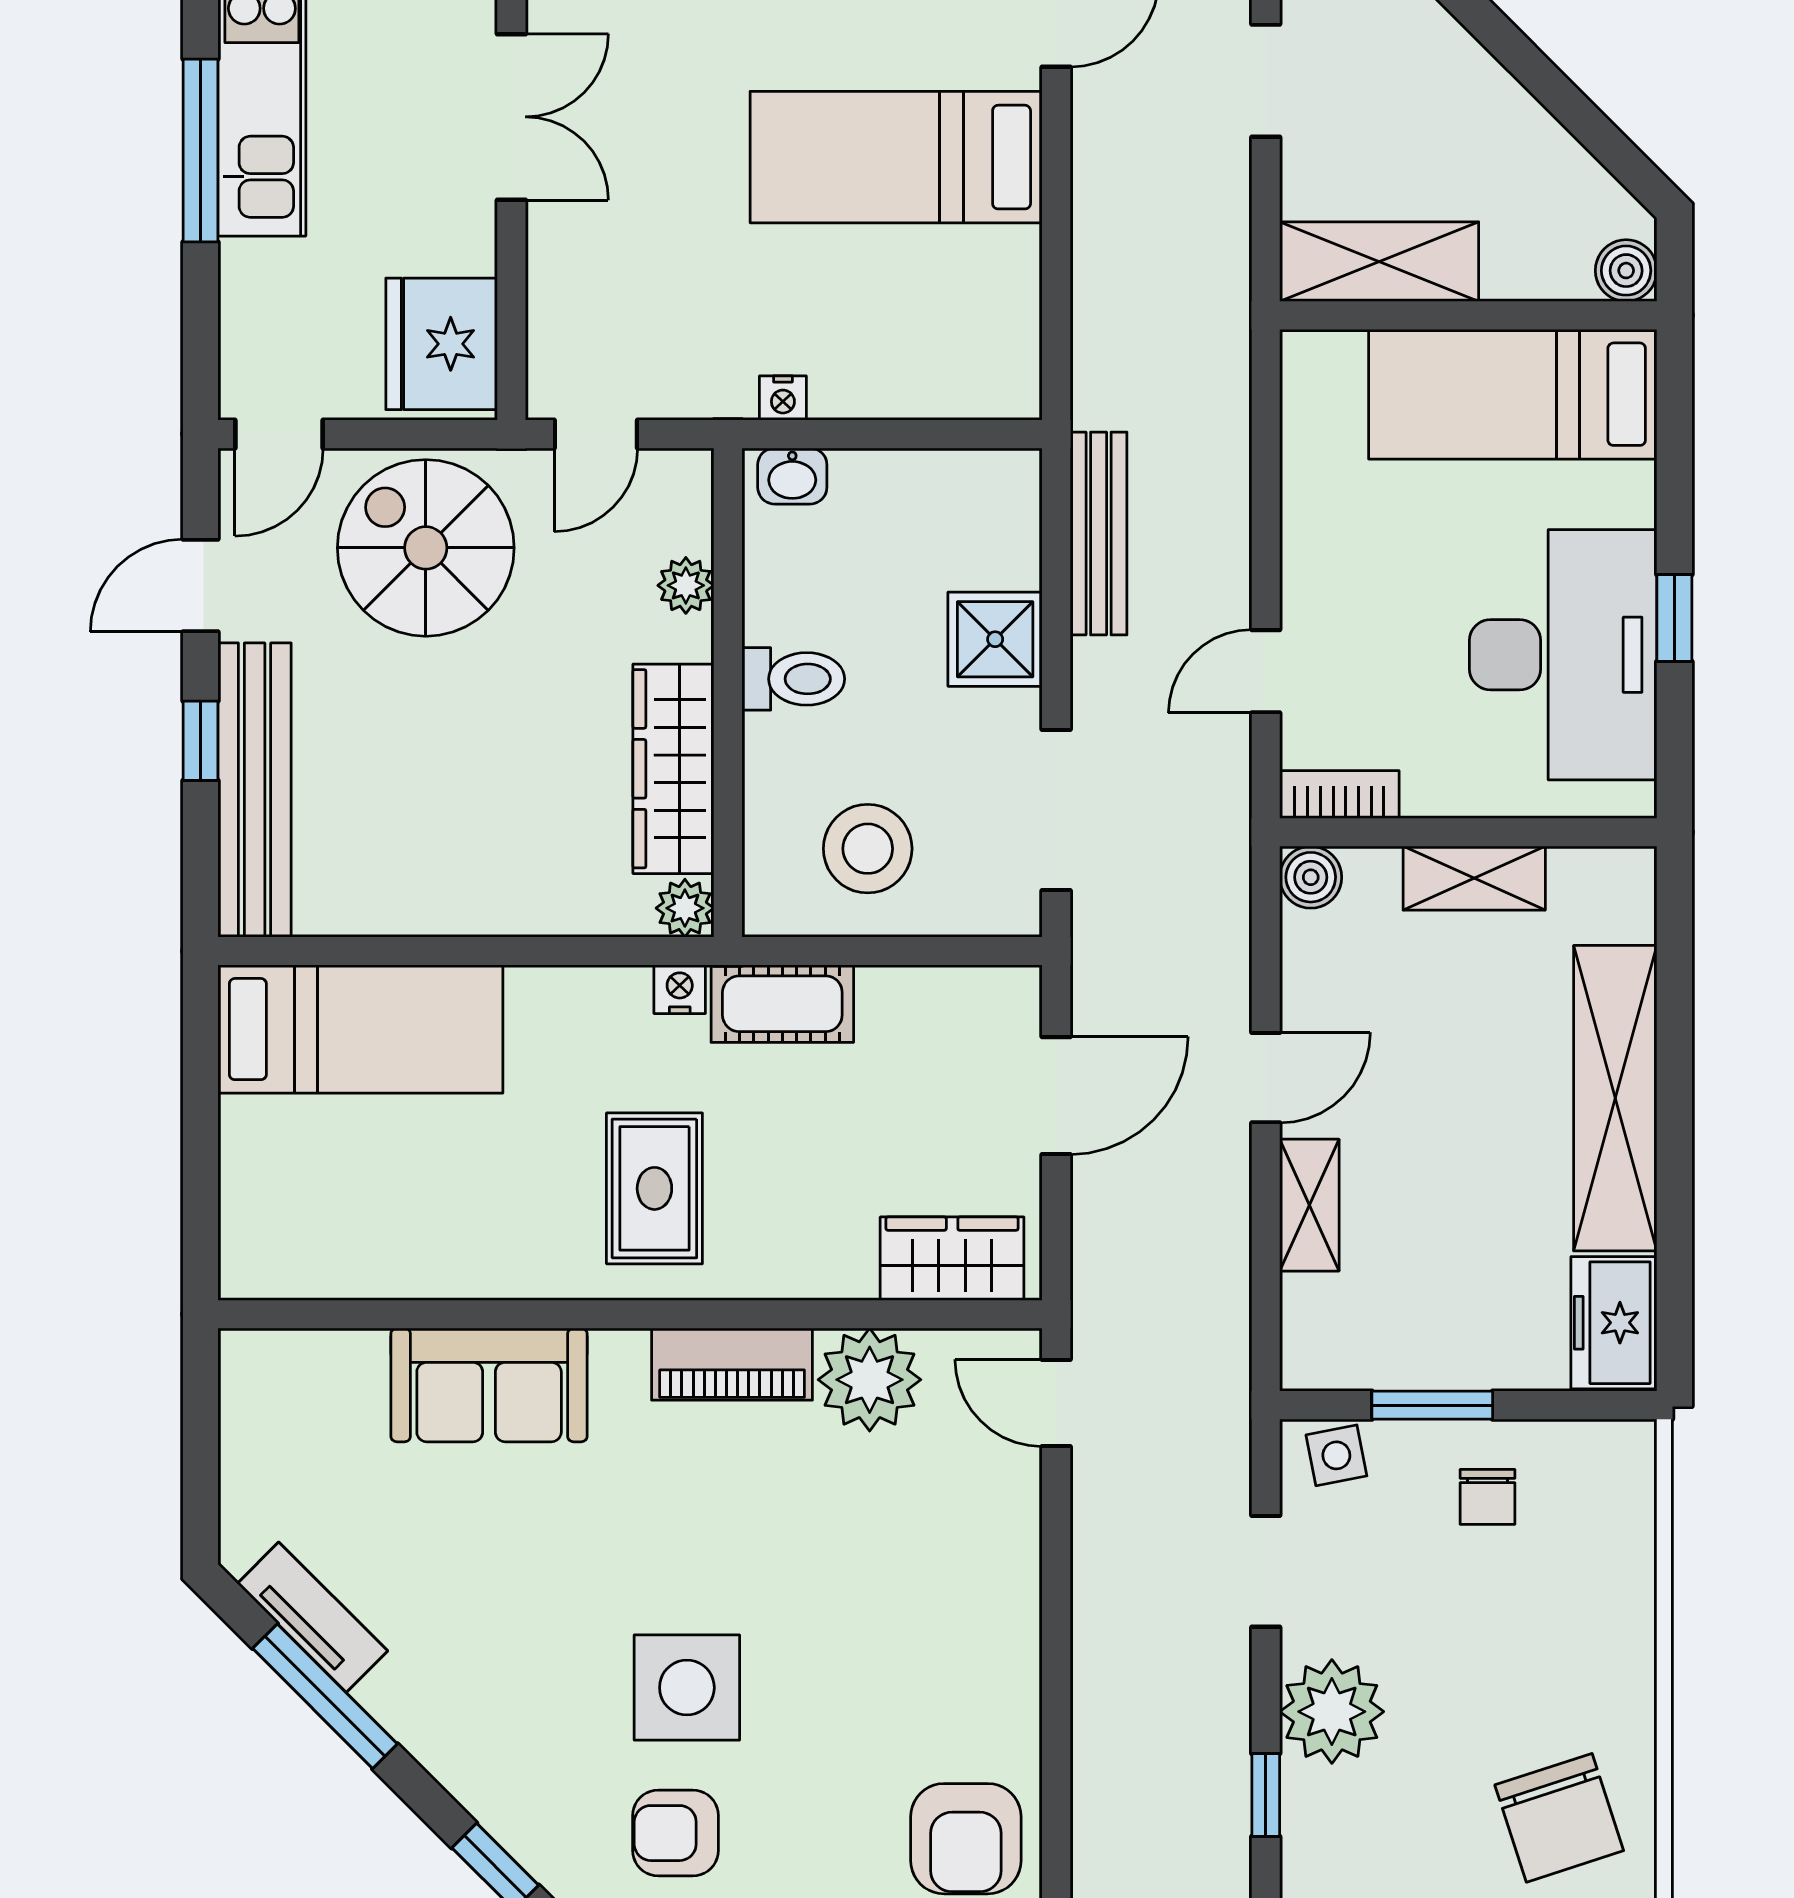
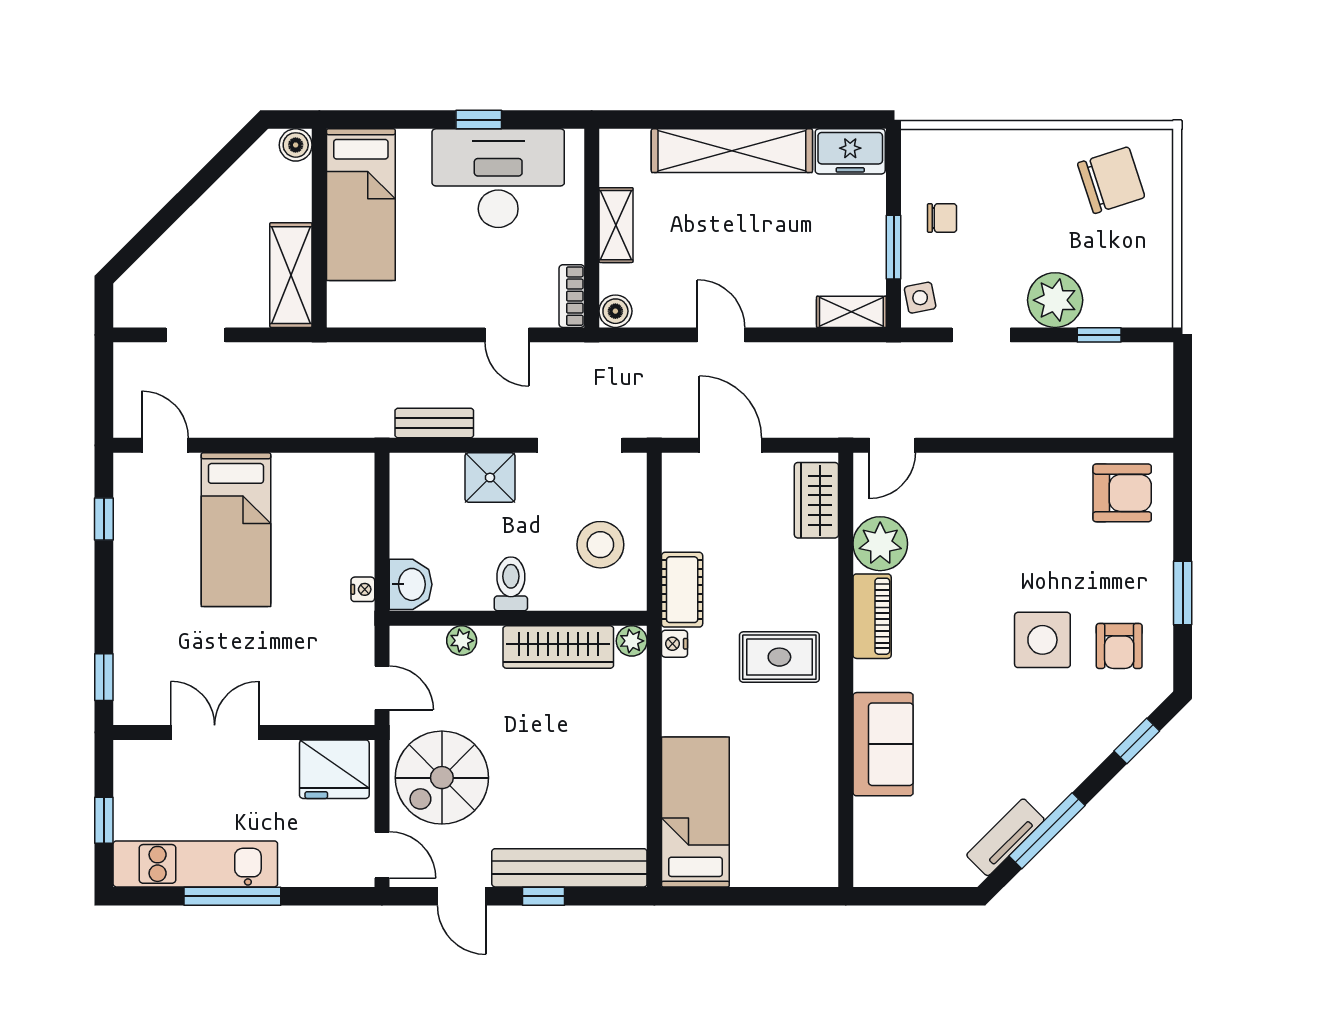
washbasin: (792, 476) -> (411, 584), width x1.38, depth x1.45
bench: (1099, 533) -> (434, 423), width x0.73
shelving: (1309, 1205) -> (851, 312), moved

